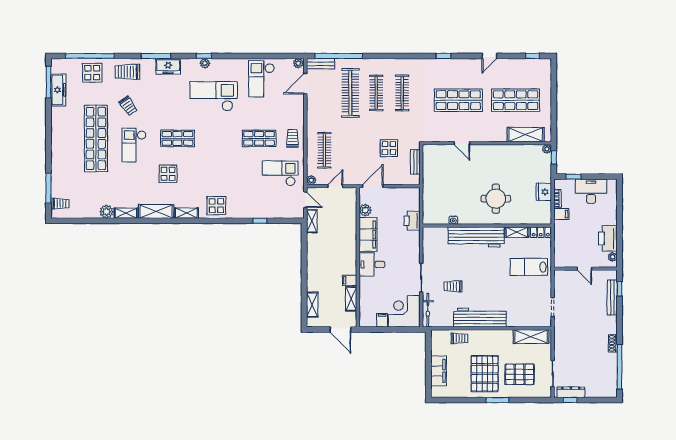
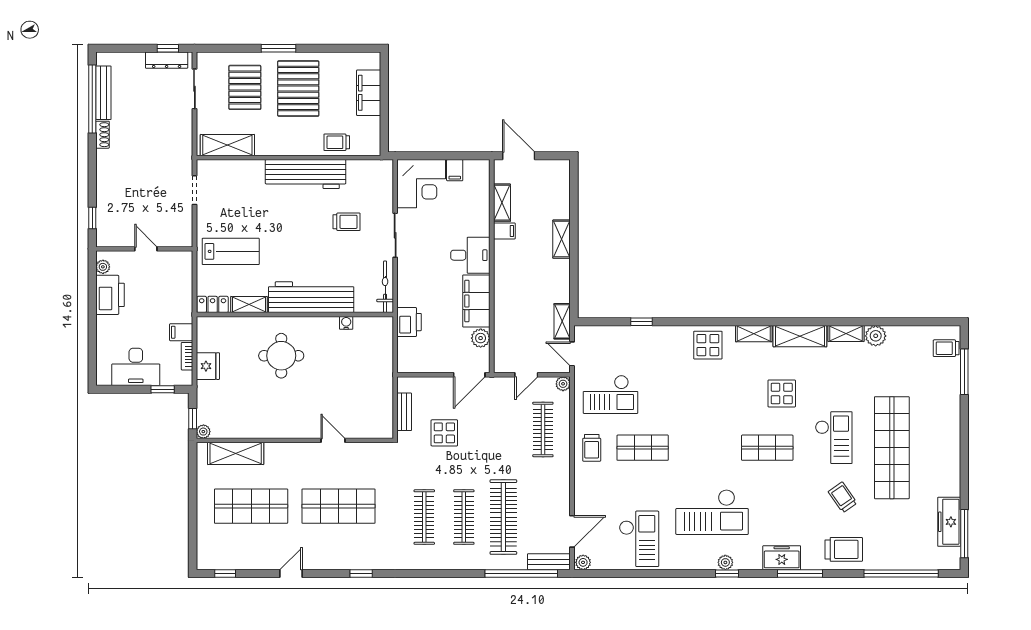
display table: (92, 73) -> (897, 548), removed
bench: (612, 297) -> (103, 93), moved
shelving: (312, 305) -> (562, 239), moved
bicycle: (428, 310) -> (385, 287), moved
pallet: (520, 374) -> (245, 87), turned 90

